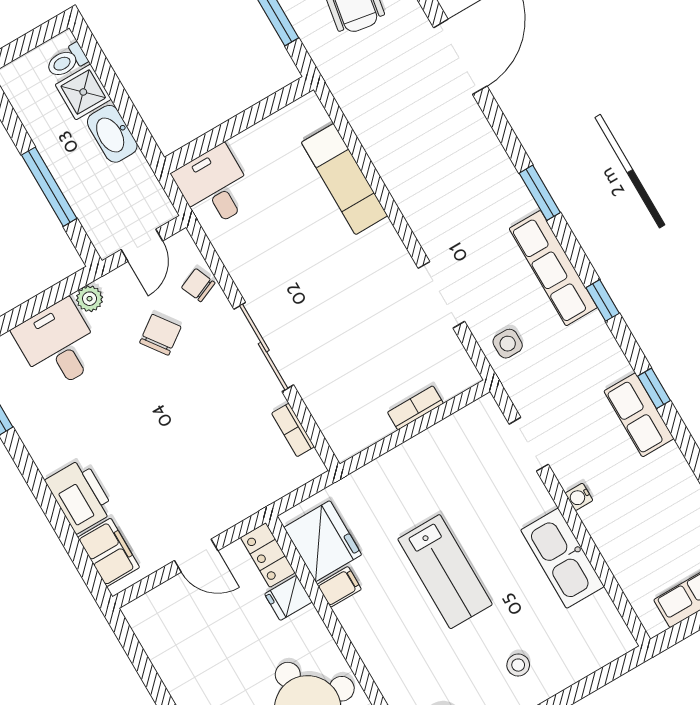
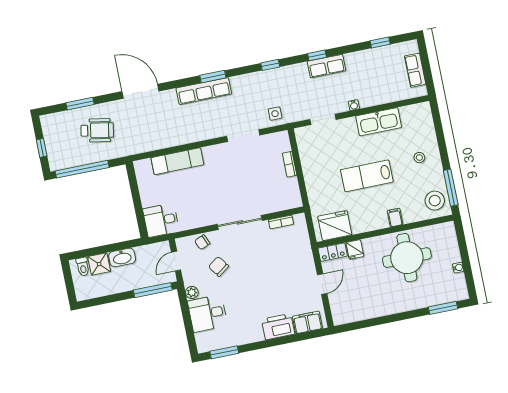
window: (49, 187) -> (153, 290), moved
door: (142, 245) -> (176, 261), swing flipped
row of seats: (553, 268) -> (204, 91), moved
lab bench: (445, 572) -> (367, 176), turned 180
filing cabinet: (339, 587) -> (395, 218), moved

